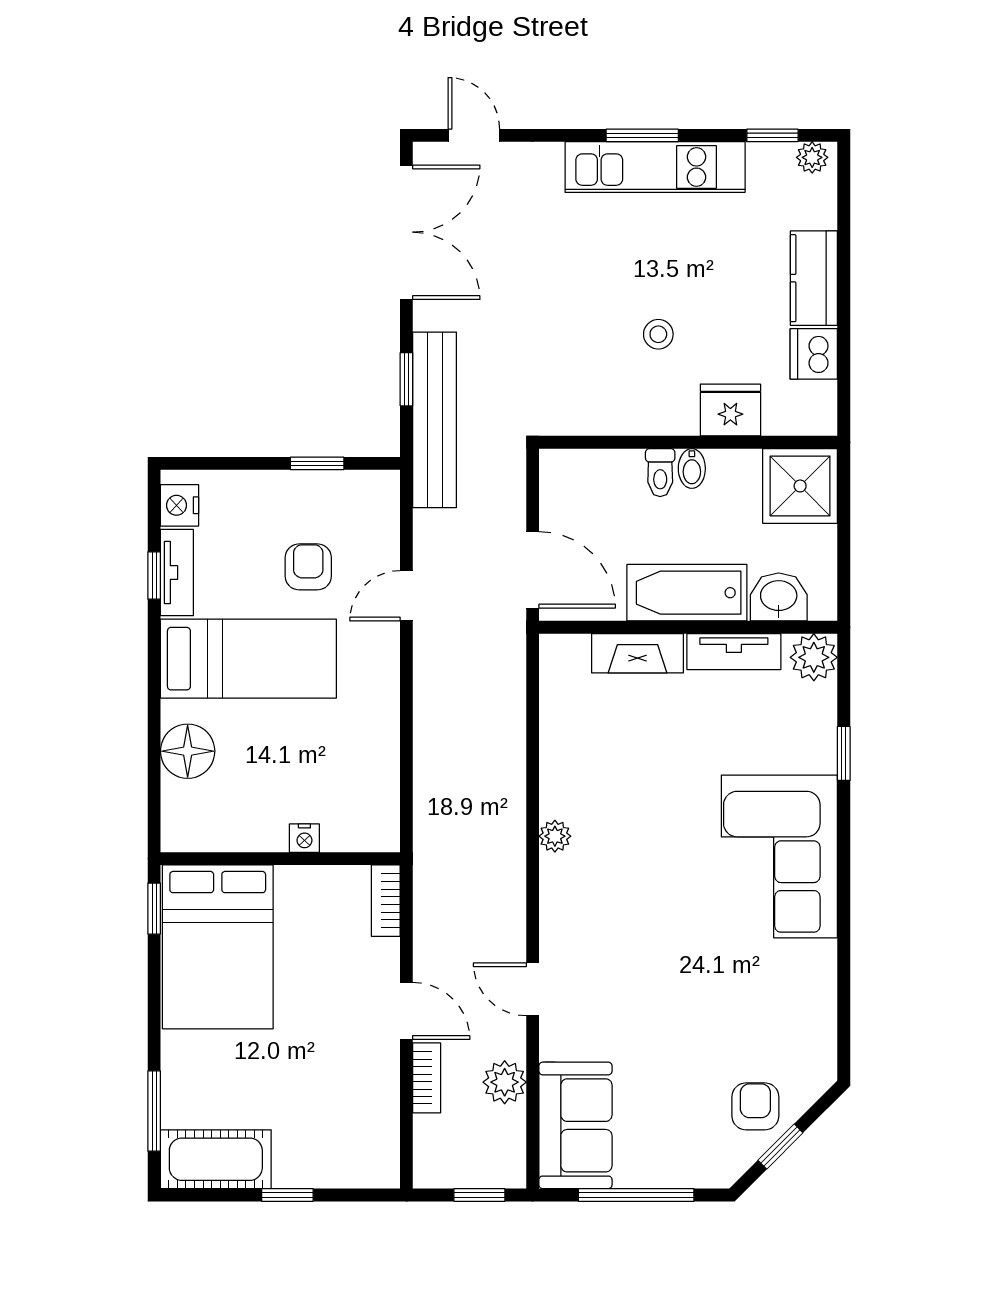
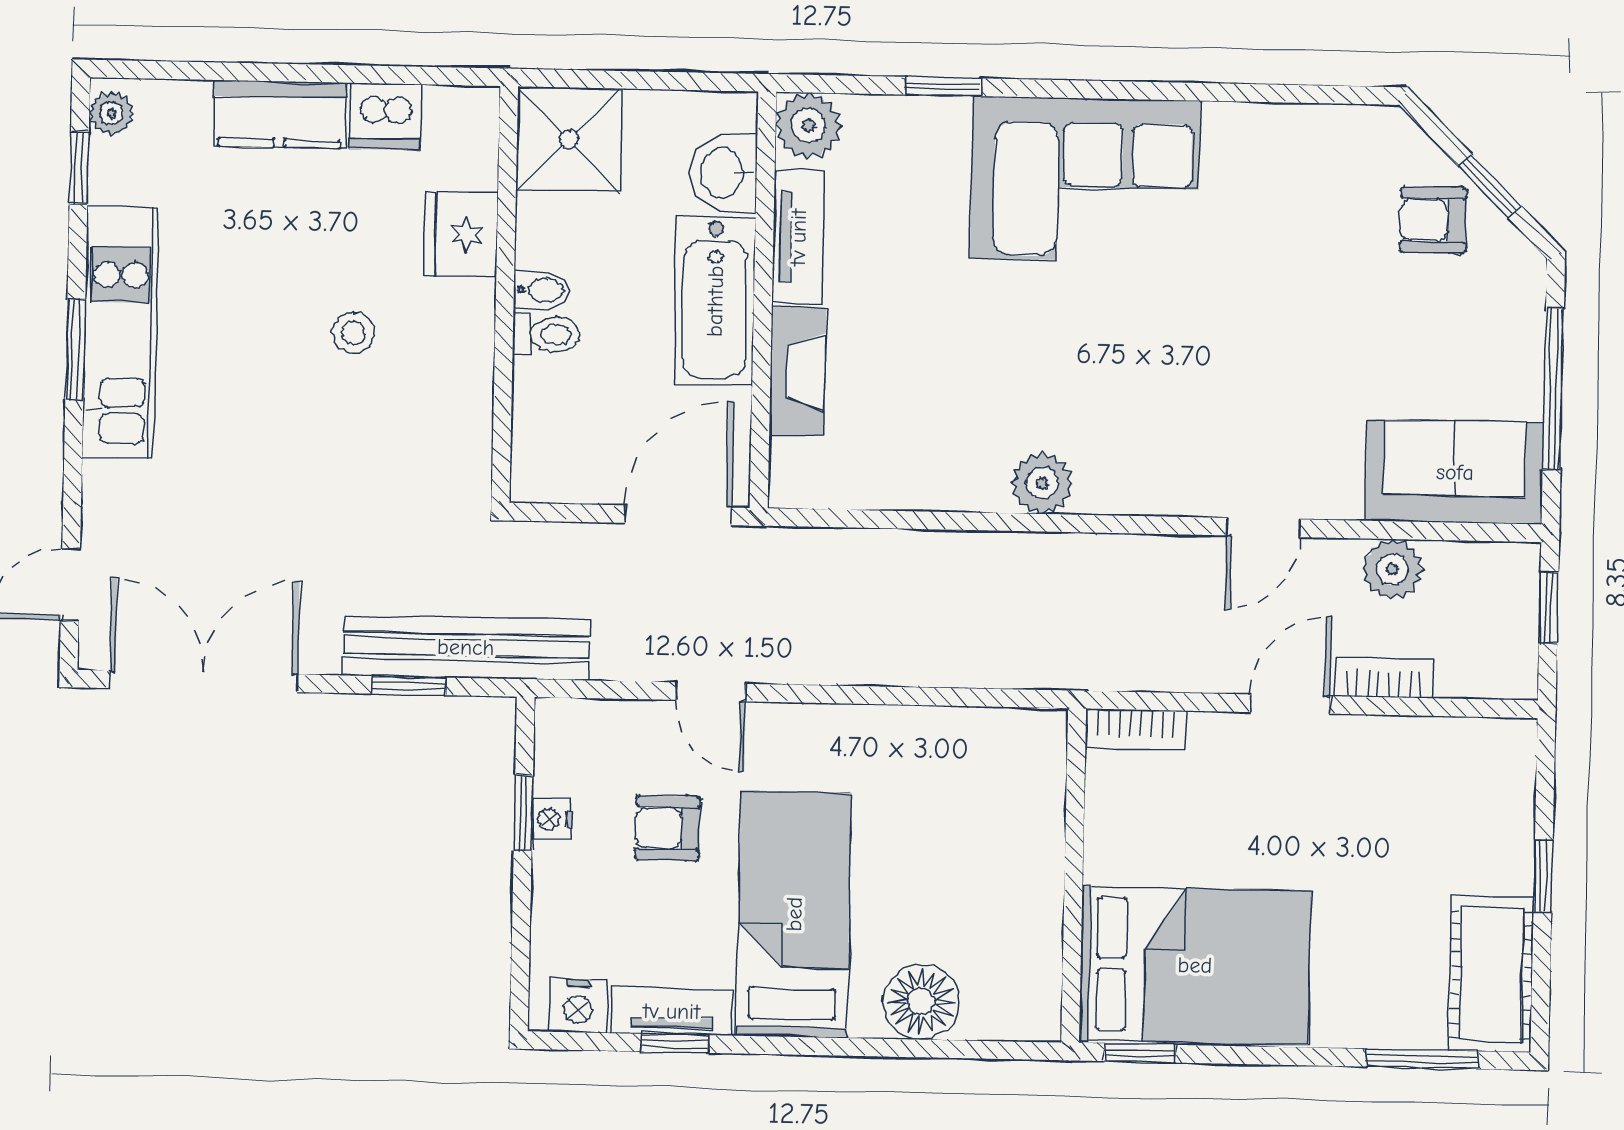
plant: (555, 836) -> (1042, 483), width x1.38, depth x1.38
nightstand: (304, 838) -> (552, 819), moved, turned 180

